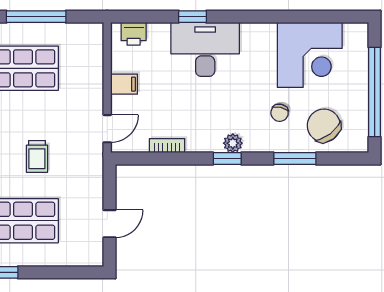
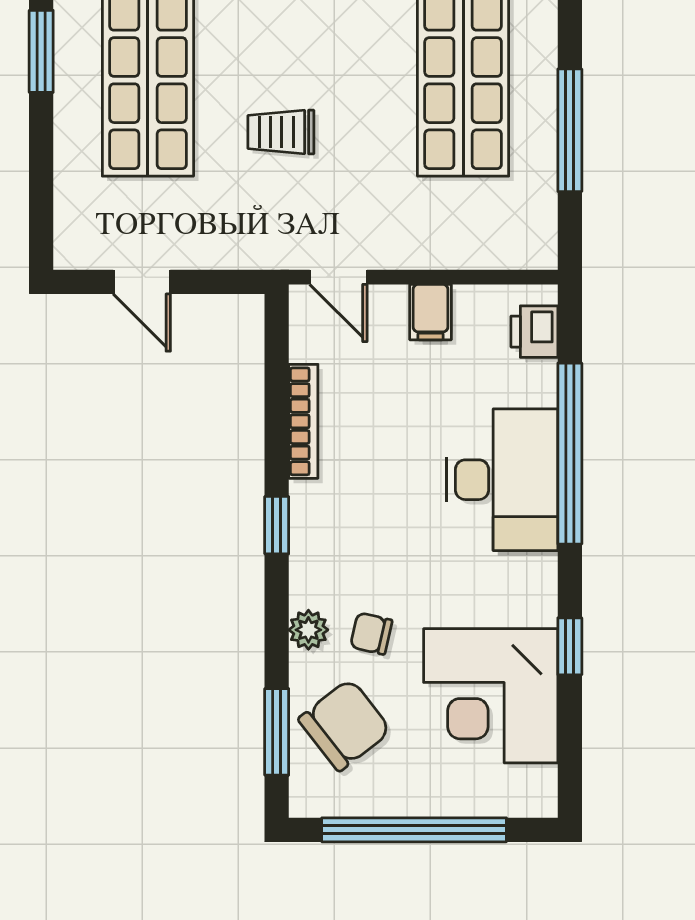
window: (193, 17) -> (570, 454), width x3.17
window: (286, 17) -> (570, 646), added
plant: (233, 143) -> (308, 630), moved
bookcase: (167, 146) -> (303, 421), width x1.56
window: (295, 159) -> (277, 732), moved

